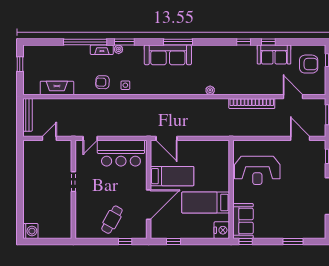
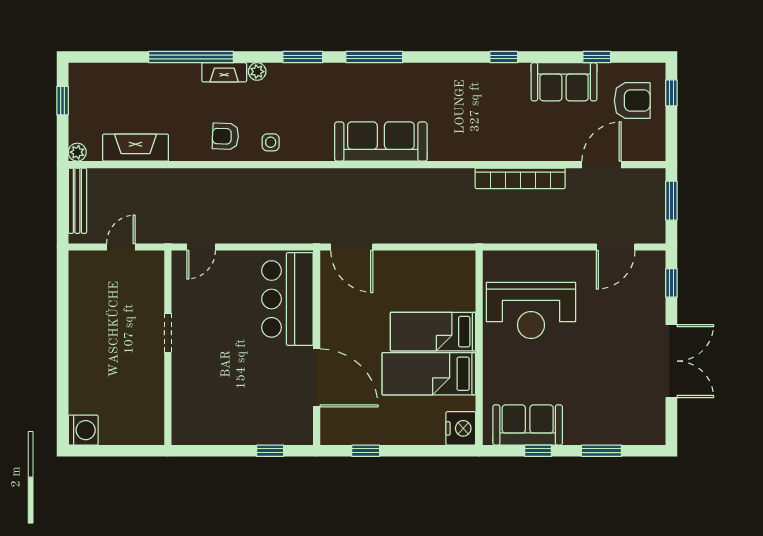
window: (124, 42) -> (303, 57), moved
window: (268, 42) -> (597, 57), moved
sofa: (168, 55) -> (381, 142), moved, turned 180
plant: (210, 90) -> (77, 152), moved
door: (293, 97) -> (602, 165), hinge flipped
door: (300, 138) -> (616, 247), swing flipped
bar counter: (121, 153) -> (287, 299), moved, turned 90
bed: (172, 176) -> (433, 332), moved, turned 180
door: (149, 205) -> (317, 378), hinge flipped
cafe table: (112, 220) -> (244, 408), removed
sofa: (243, 221) -> (528, 425), moved, turned -90
window: (246, 241) -> (538, 451), moved

